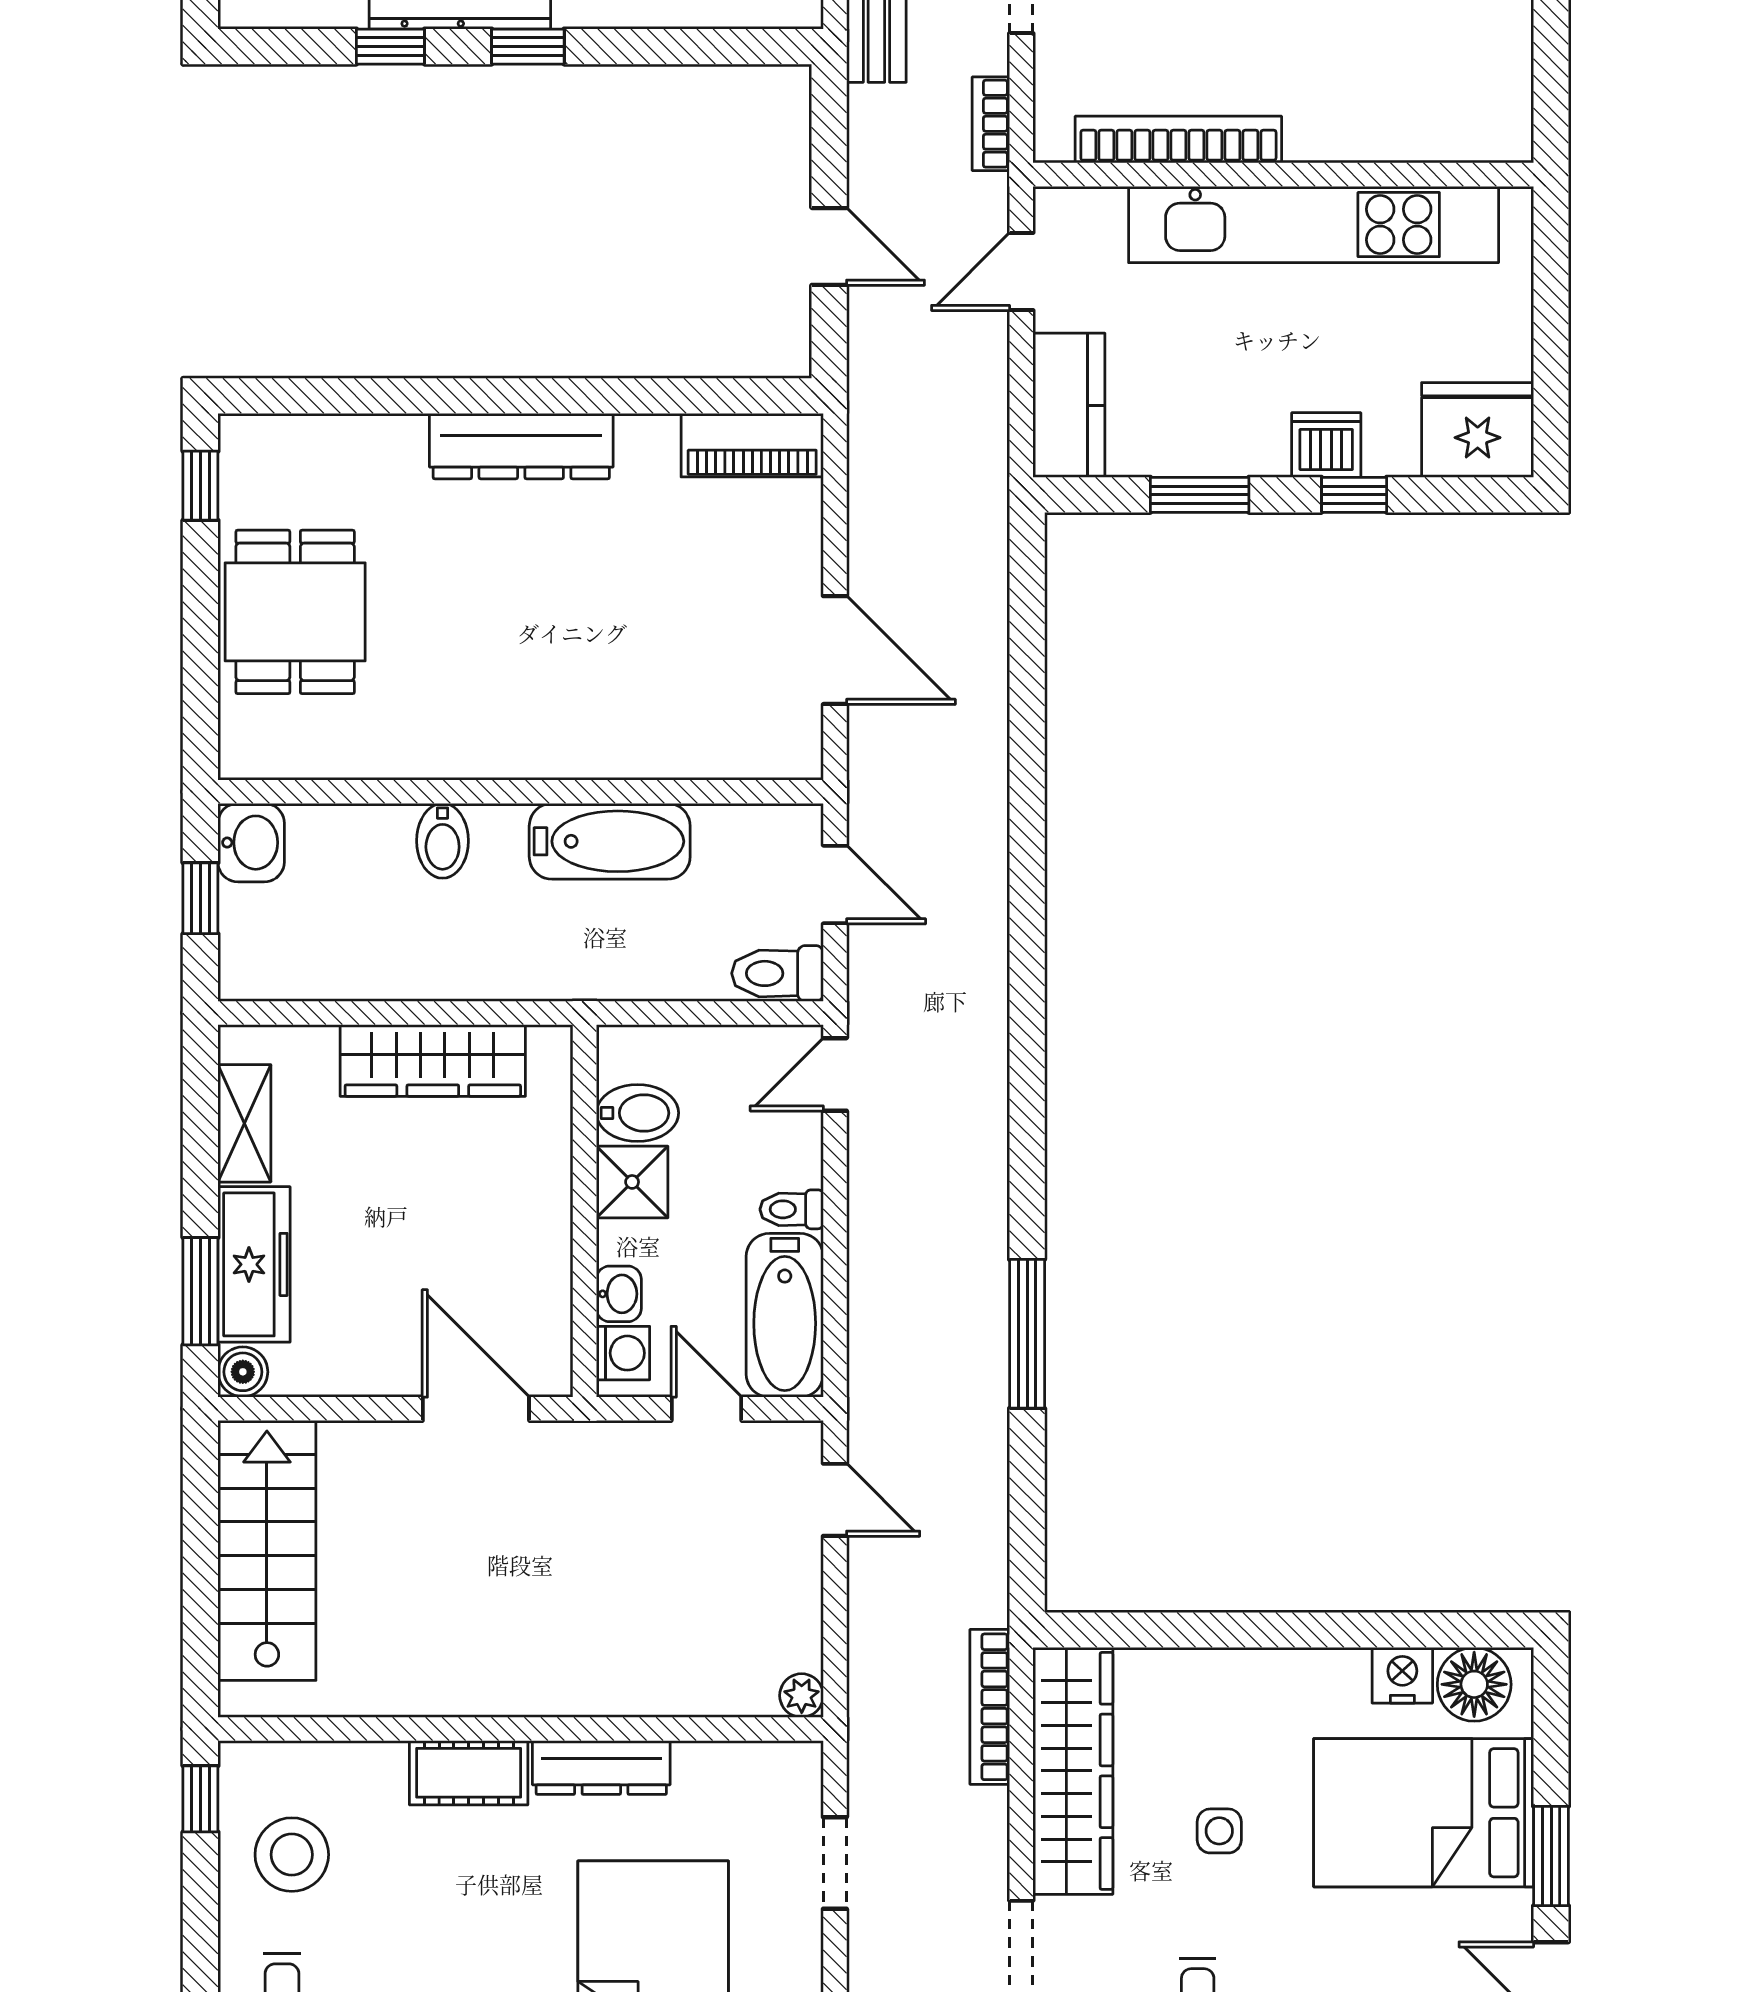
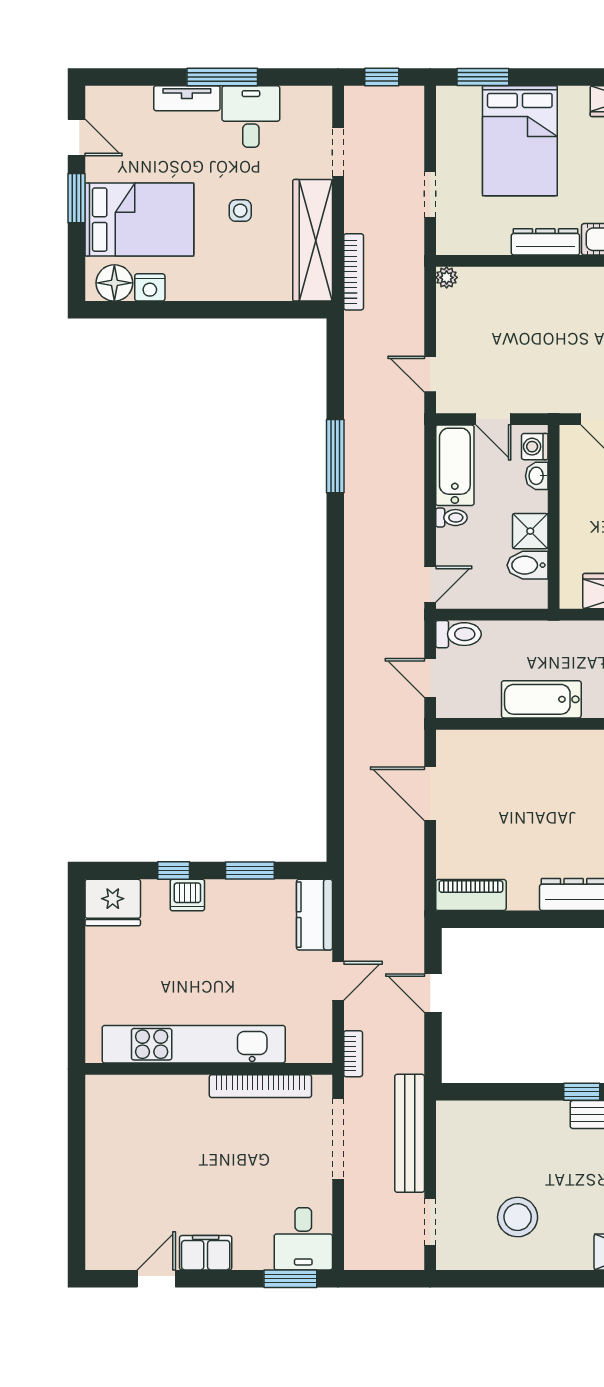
bookcase: (1178, 140) -> (260, 1086), moved
wall: (1283, 175) -> (209, 1069), moved
kitchen unit: (1314, 225) -> (194, 1044), moved

